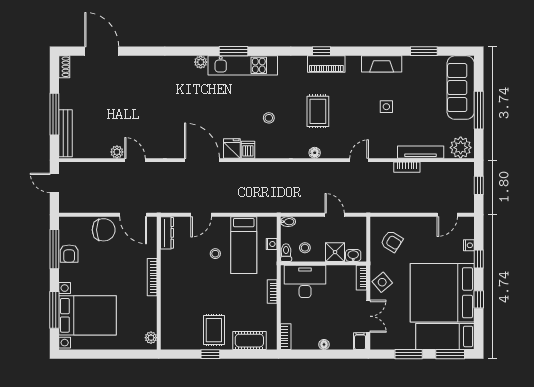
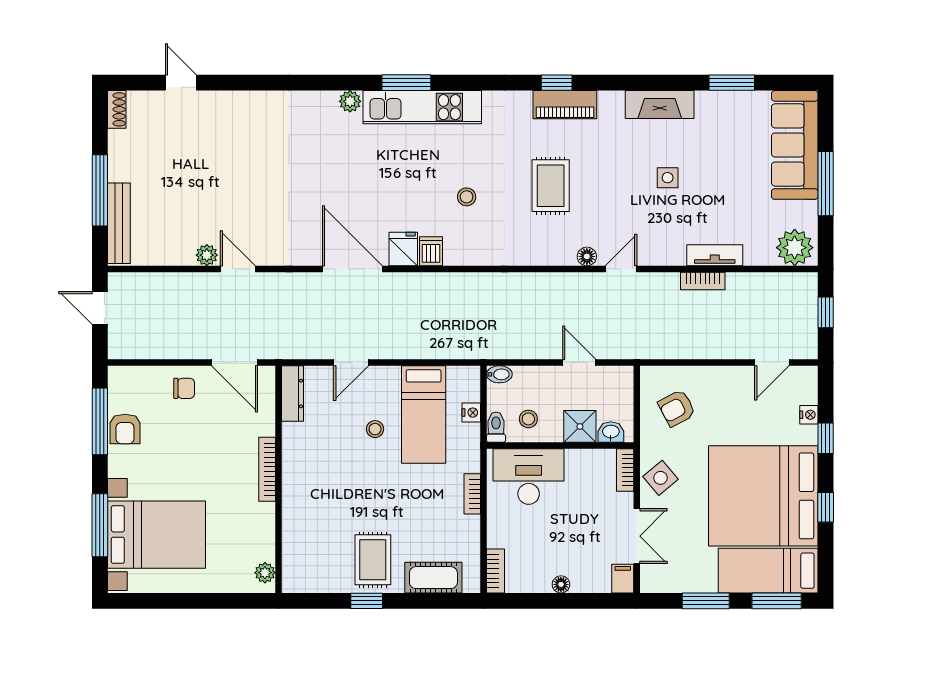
door: (102, 51) -> (181, 83), width x0.53
tv unit: (421, 152) -> (715, 255), width x0.71
floor lamp: (315, 153) -> (587, 256), moved
chair: (104, 230) -> (184, 388), width x0.54, depth x0.54
armchair: (392, 241) -> (677, 408), turned 120

